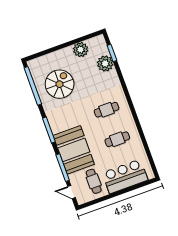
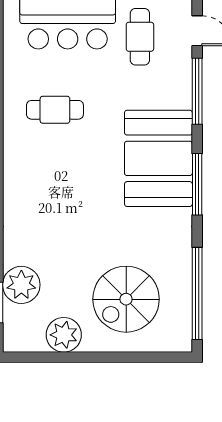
spiral stairs: (60, 84) -> (126, 299), moved
cafe table: (107, 110) -> (55, 183), removed
booth: (74, 150) -> (158, 158), moved

